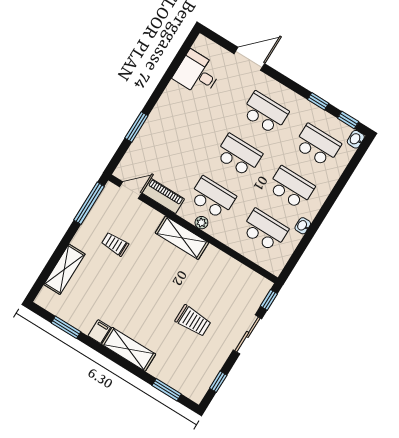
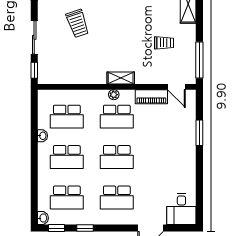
desk: (197, 73) -> (181, 209), moved, turned 90
door: (131, 190) -> (176, 87), hinge flipped
shelving: (182, 238) -> (121, 78), width x0.67, depth x0.75
trolley: (193, 321) -> (77, 23), turned -109

